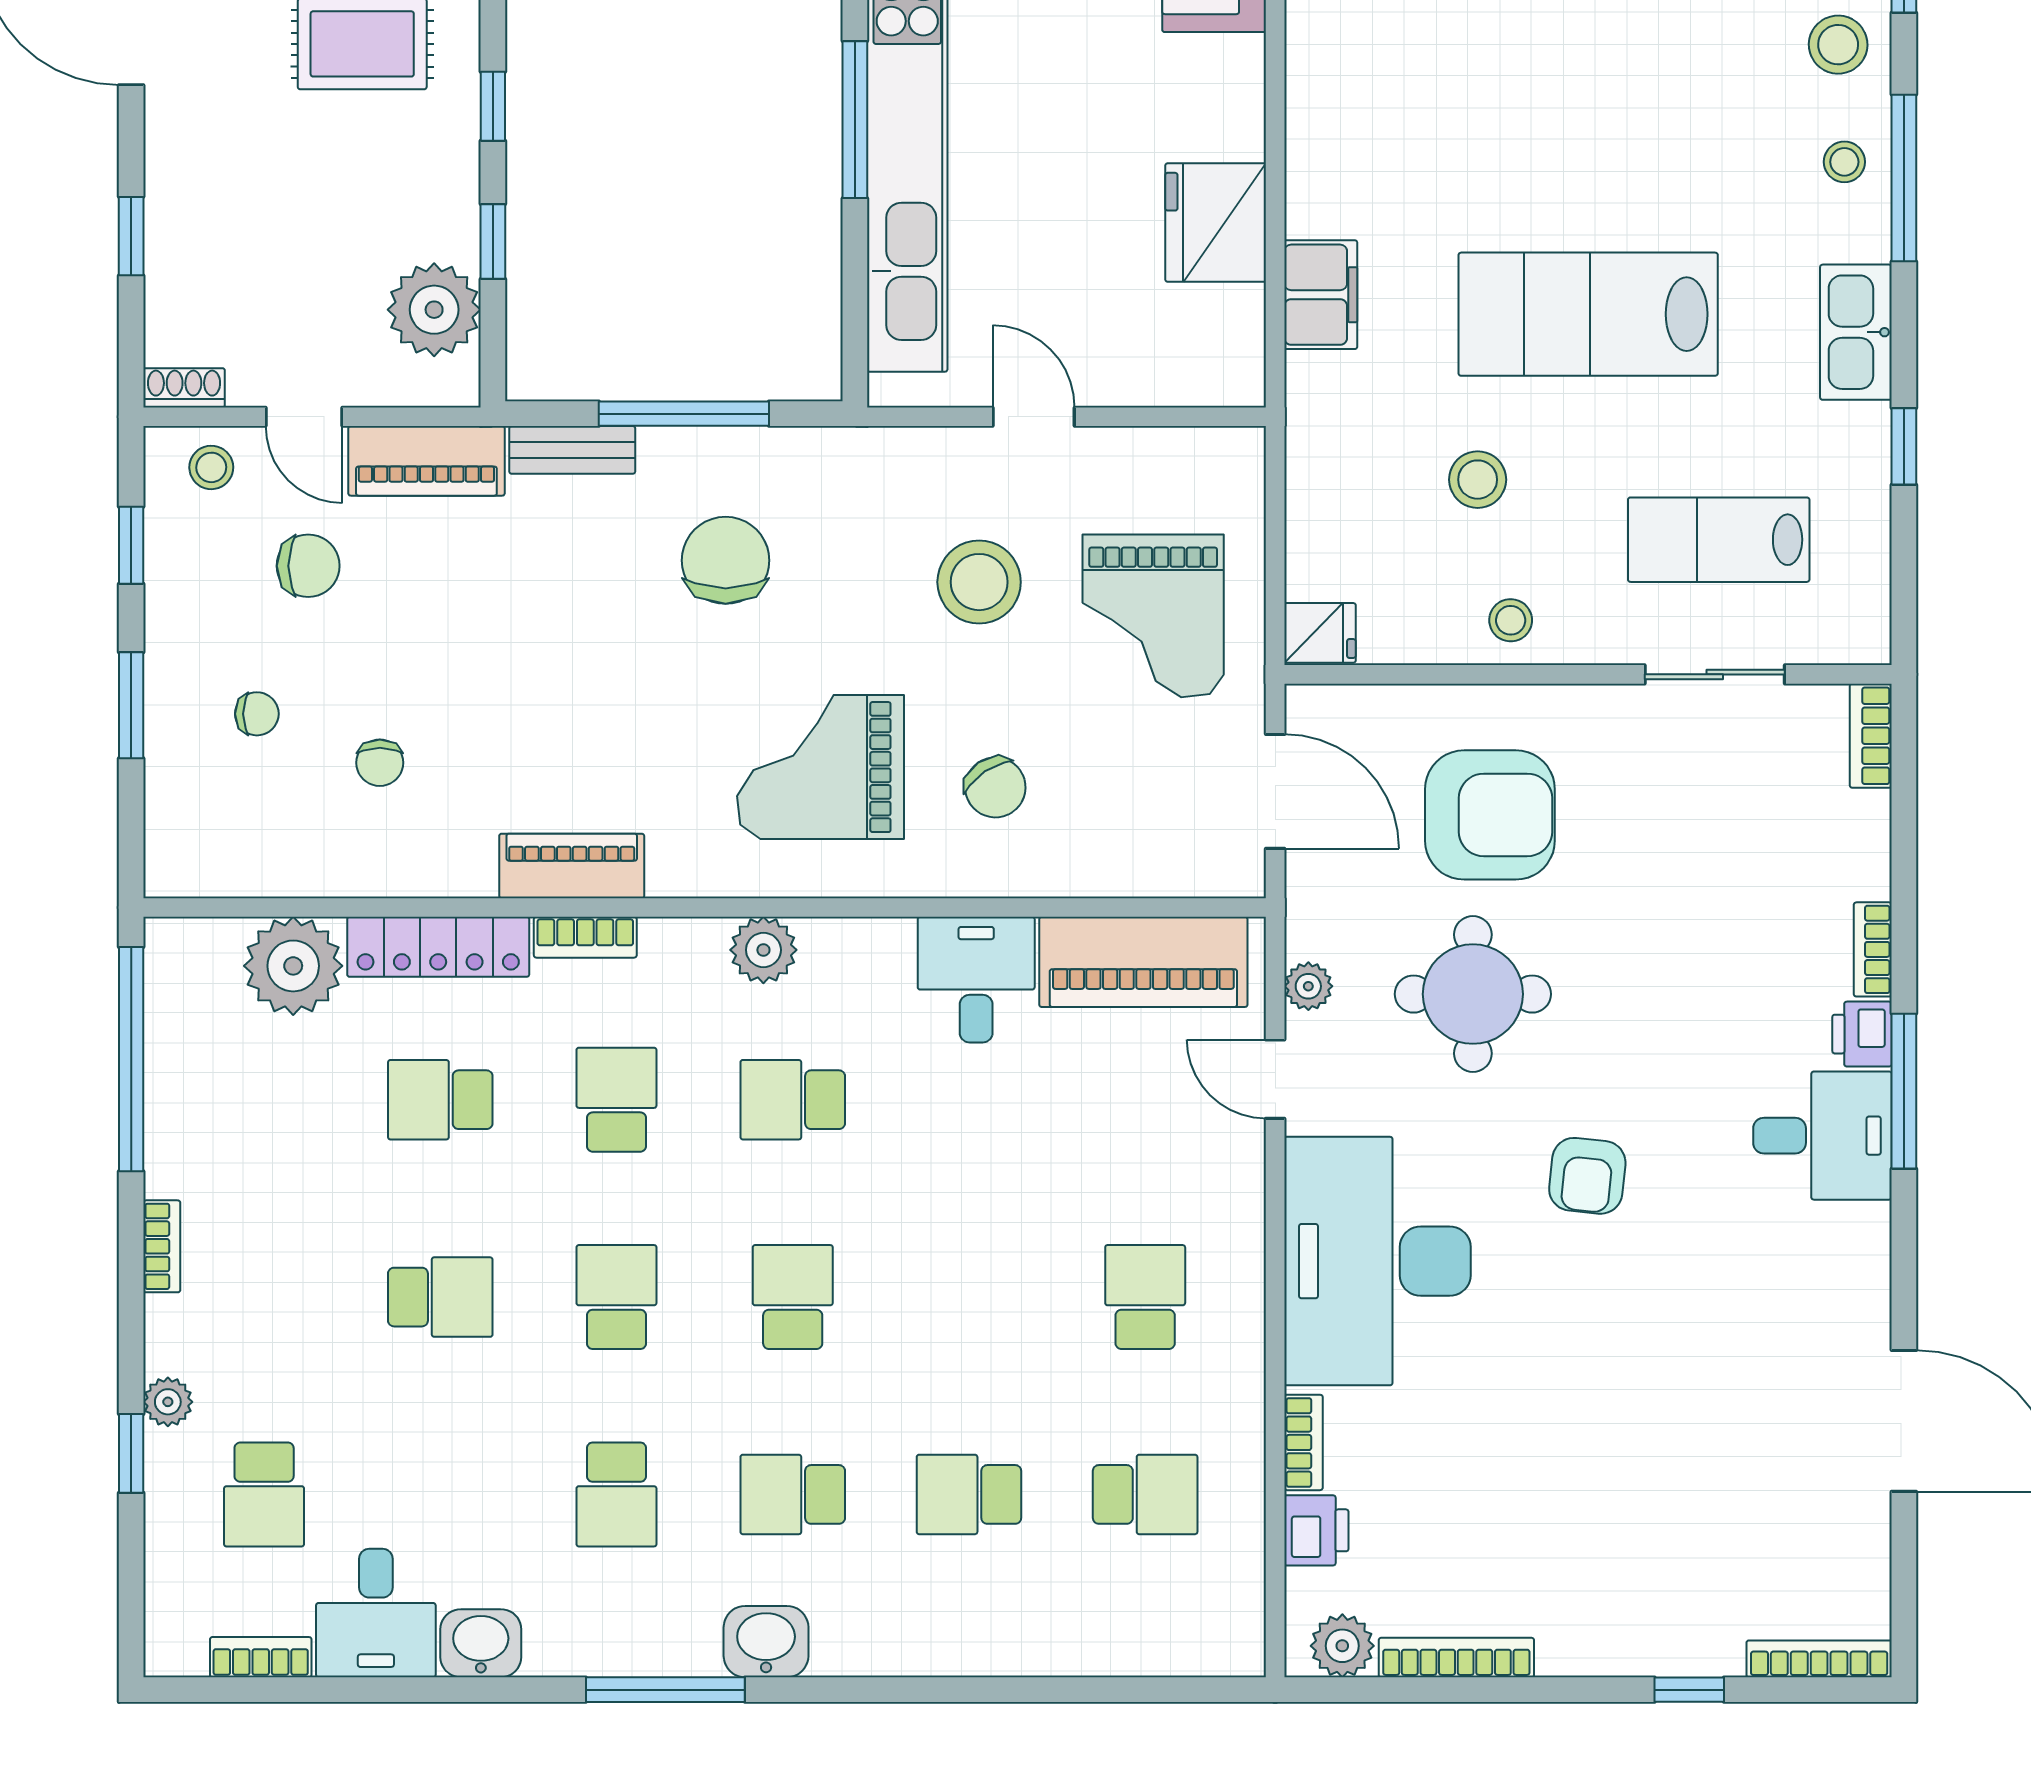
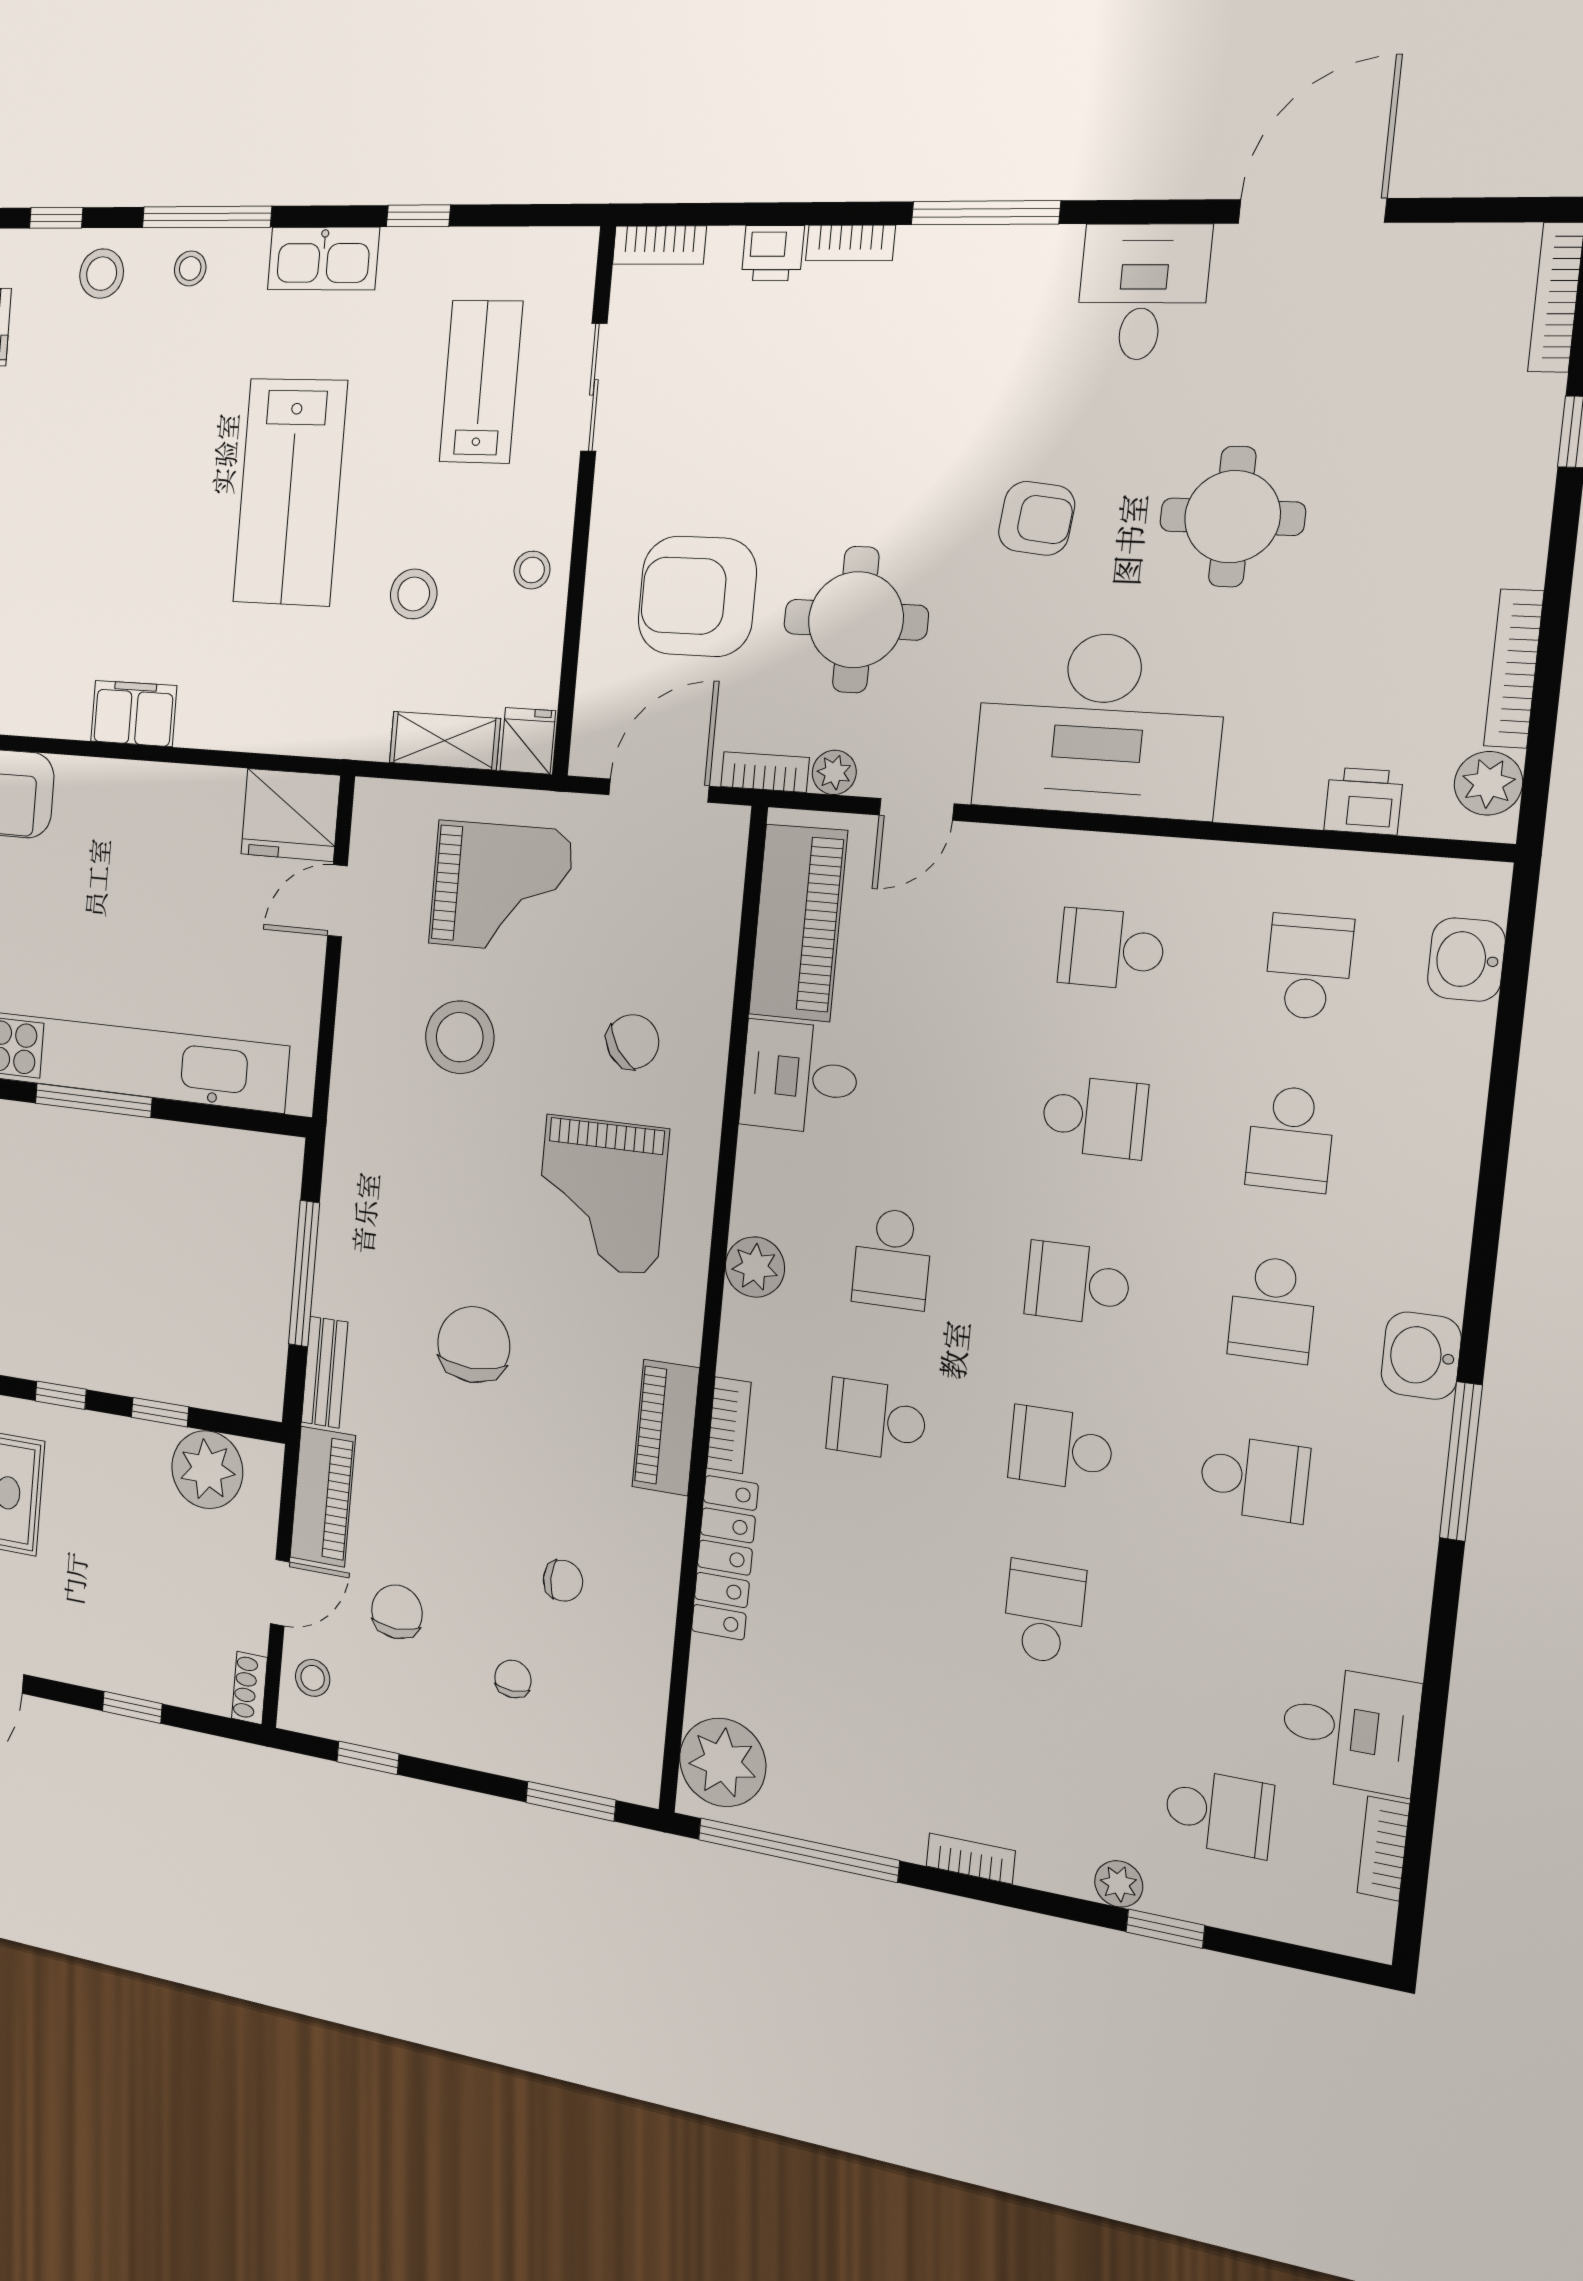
fridge: (1216, 223) -> (290, 815), moved
filing cabinet: (1321, 295) -> (134, 713), moved
door: (1034, 417) -> (337, 901), moved
shelving: (1314, 533) -> (445, 741), added
lab bench: (1719, 540) -> (481, 382), turned 180
chair: (726, 560) -> (474, 1345), moved, turned 90
window: (131, 705) -> (571, 1801), moved
armchair: (1490, 815) -> (697, 596), turned -90
plant: (293, 966) -> (723, 1762), moved
printer: (1862, 1034) -> (773, 253), moved
school desk: (440, 1100) -> (1094, 1117), moved, turned -90
desk: (1822, 1136) -> (1143, 292), moved
round table: (1596, 1374) -> (1232, 517), added
bookcase: (1303, 1442) -> (765, 772), moved
washbasin: (481, 1643) -> (1466, 960), moved

